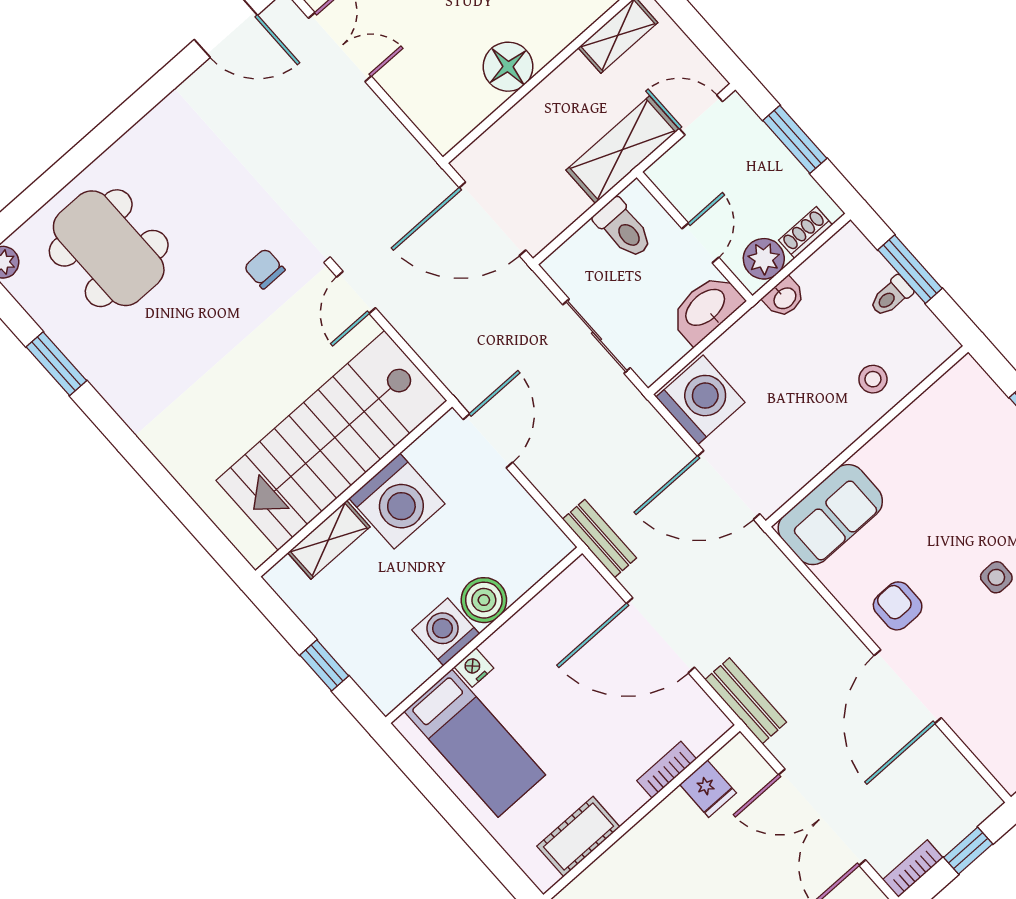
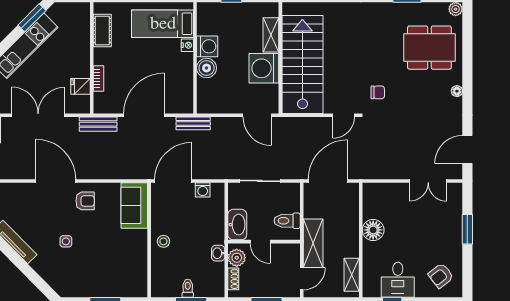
floor lamp: (142, 135) -> (457, 91), added
door: (356, 292) -> (344, 115), swing flipped
stool: (873, 379) -> (163, 241), moved
washing machine: (700, 400) -> (203, 190), width x0.53, depth x0.53

